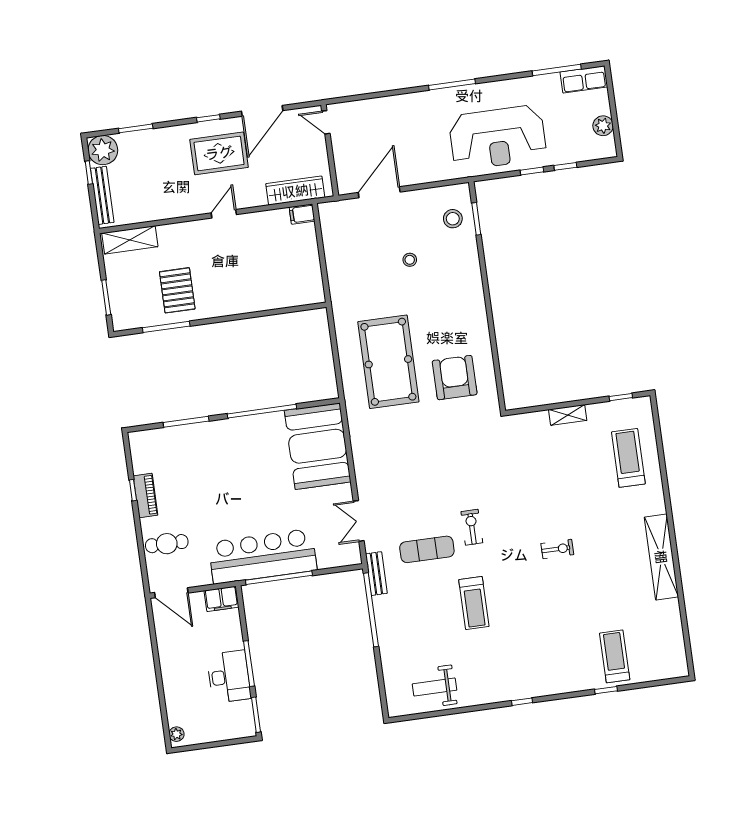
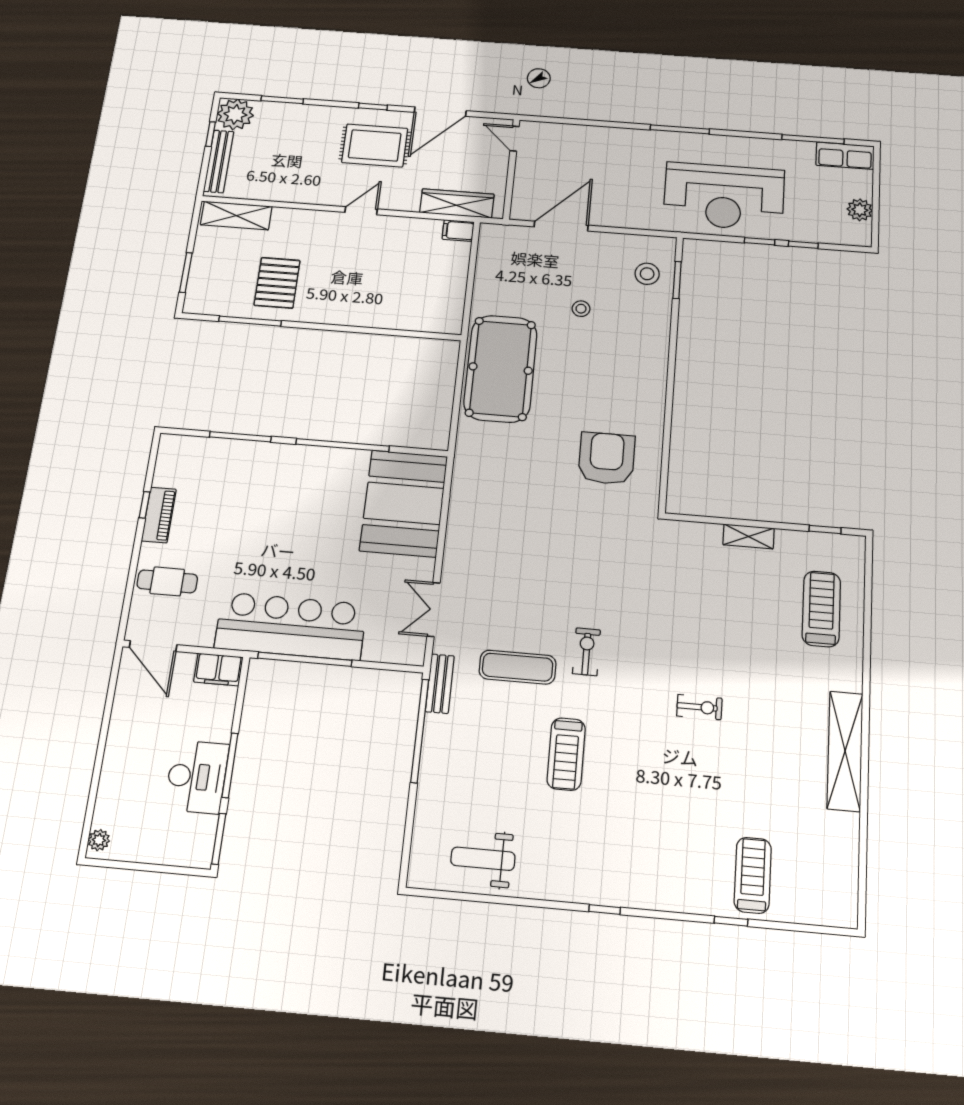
pool table: (388, 362) -> (501, 369), moved

